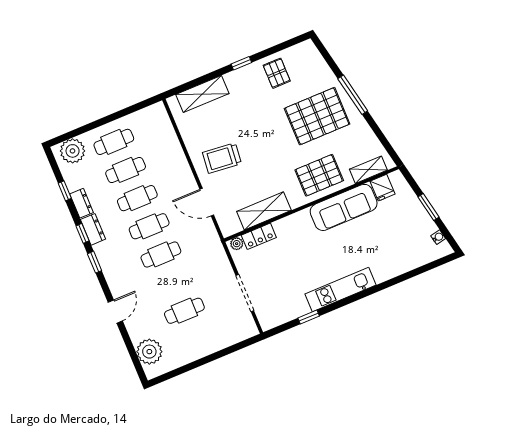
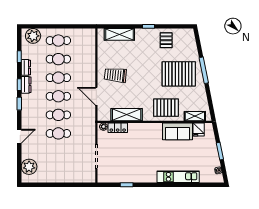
sofa: (344, 207) -> (177, 131), width x0.73
kitchen unit: (341, 289) -> (178, 177), moved
cafe table: (184, 311) -> (58, 133), moved

